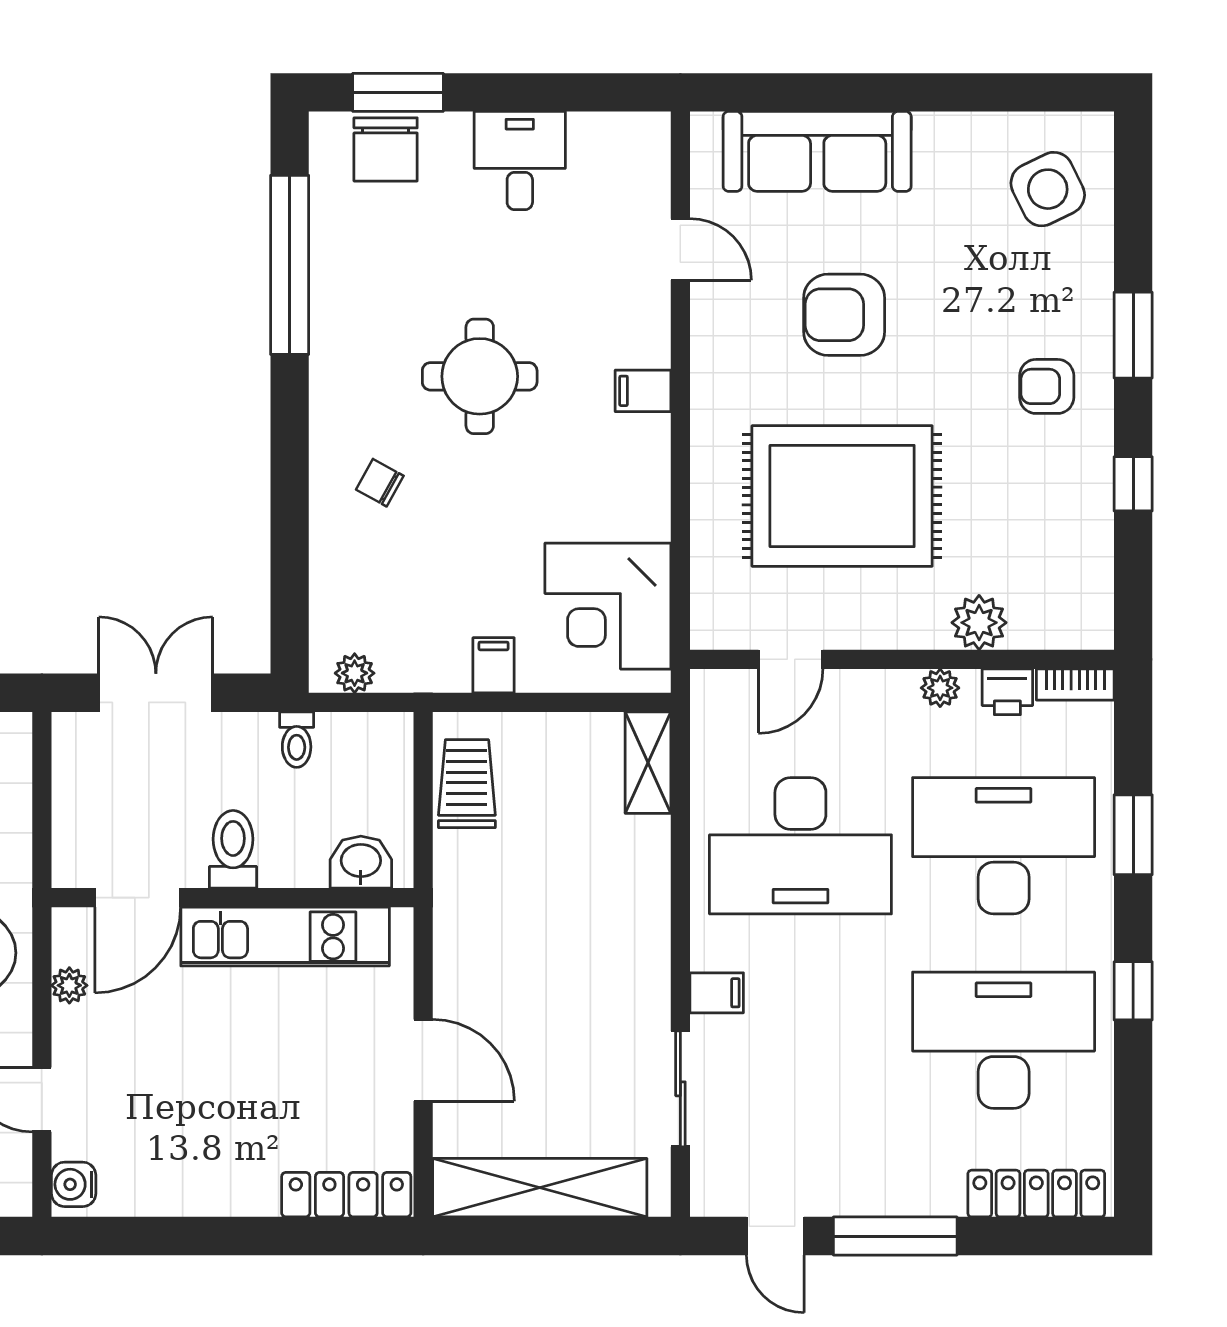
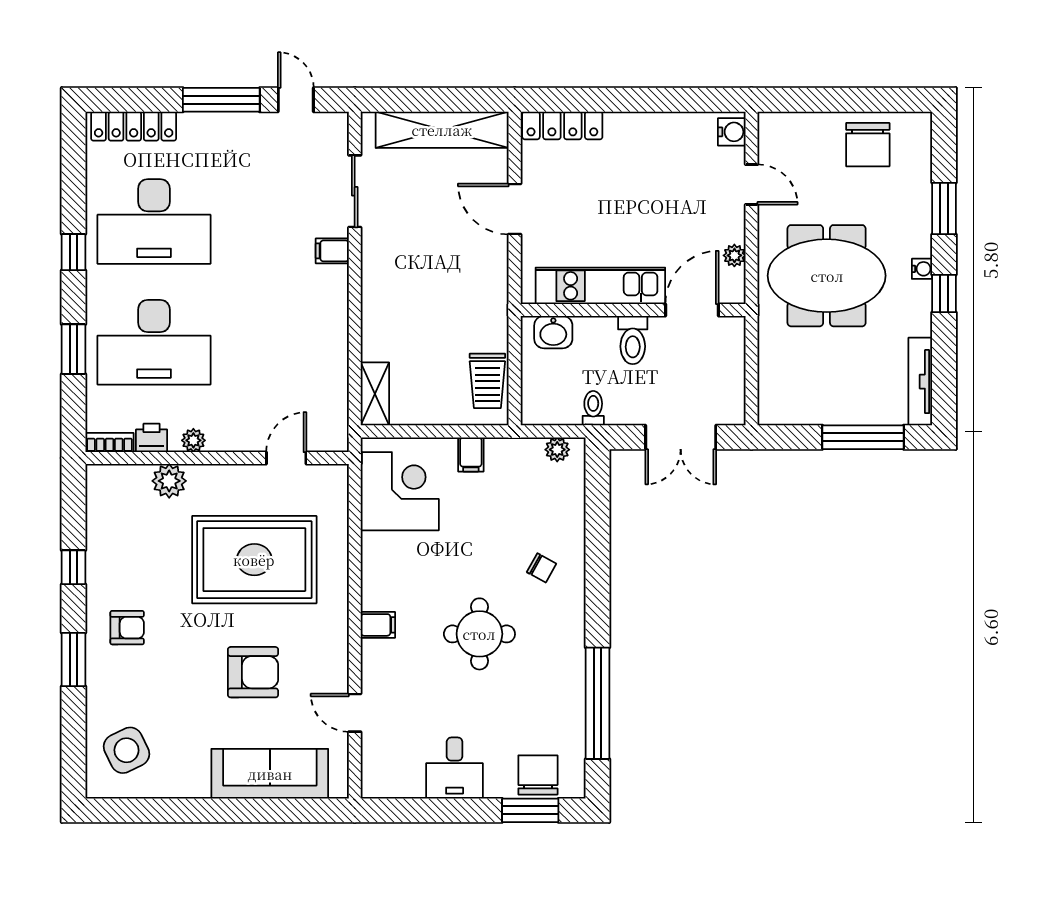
desk: (800, 846) -> (280, 342), removed

